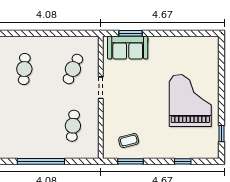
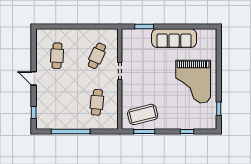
sofa: (128, 48) -> (174, 38), moved, width x1.36
grand piano: (190, 101) -> (193, 82), turned 180
coffee table: (129, 141) -> (143, 114), width x1.86, depth x1.72

